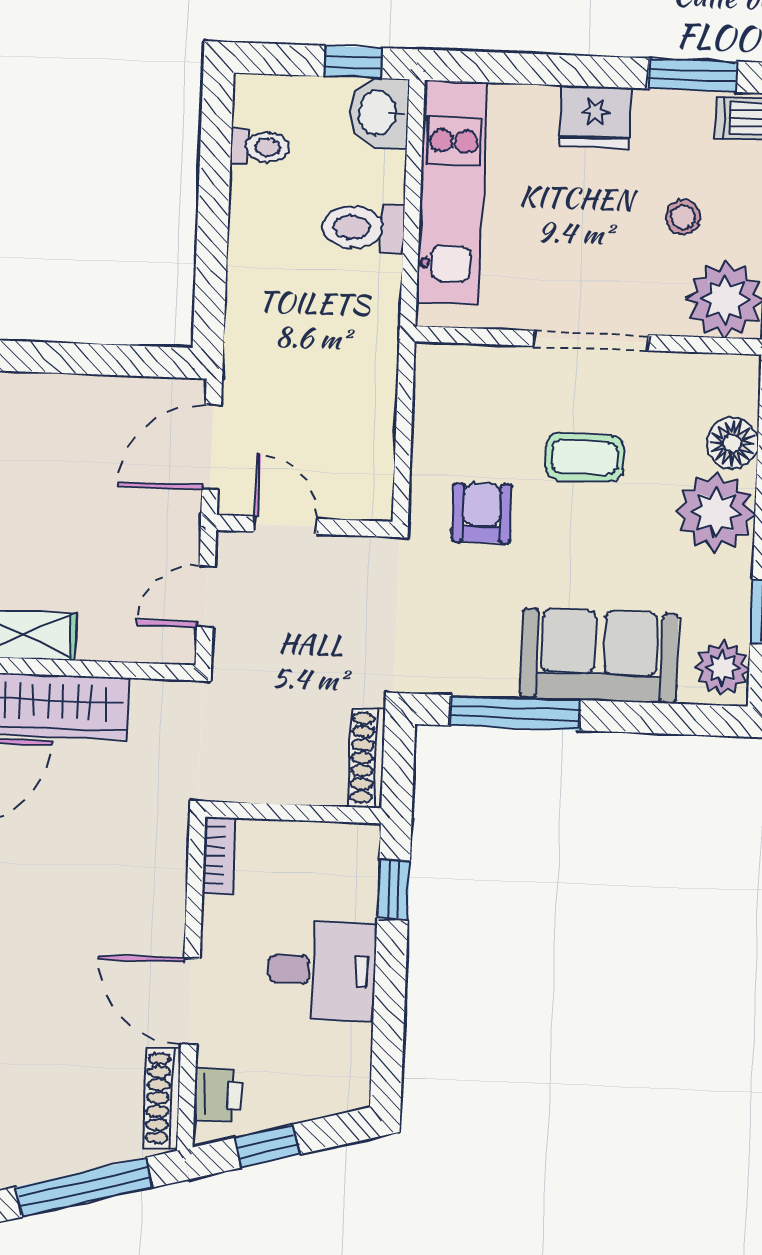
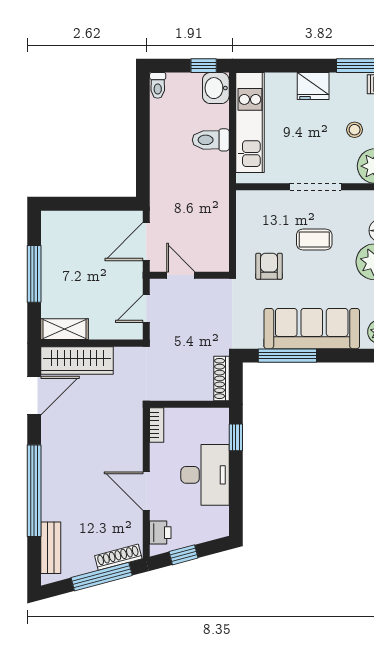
toilet: (260, 147) -> (158, 85), moved, turned 90
sofa: (599, 656) -> (312, 329), width x1.36
desk: (322, 970) -> (205, 475), width x1.37
shoe rack: (162, 1098) -> (118, 557), moved, turned 75

